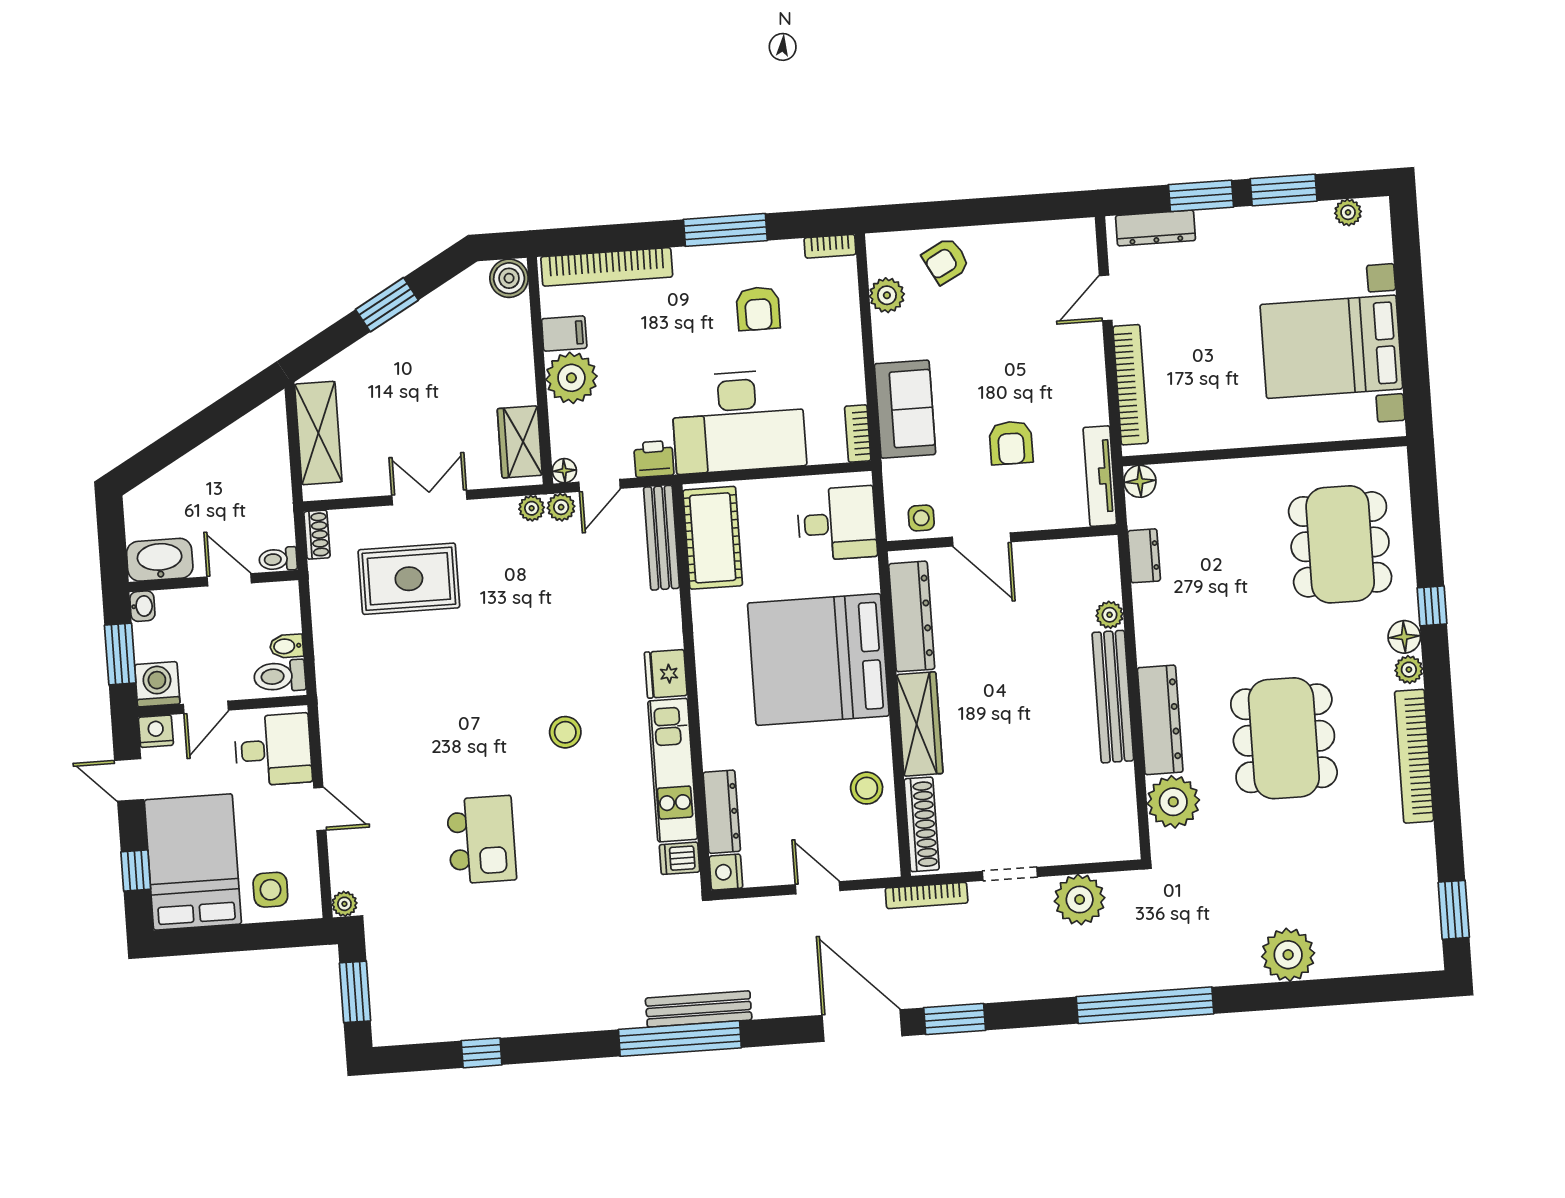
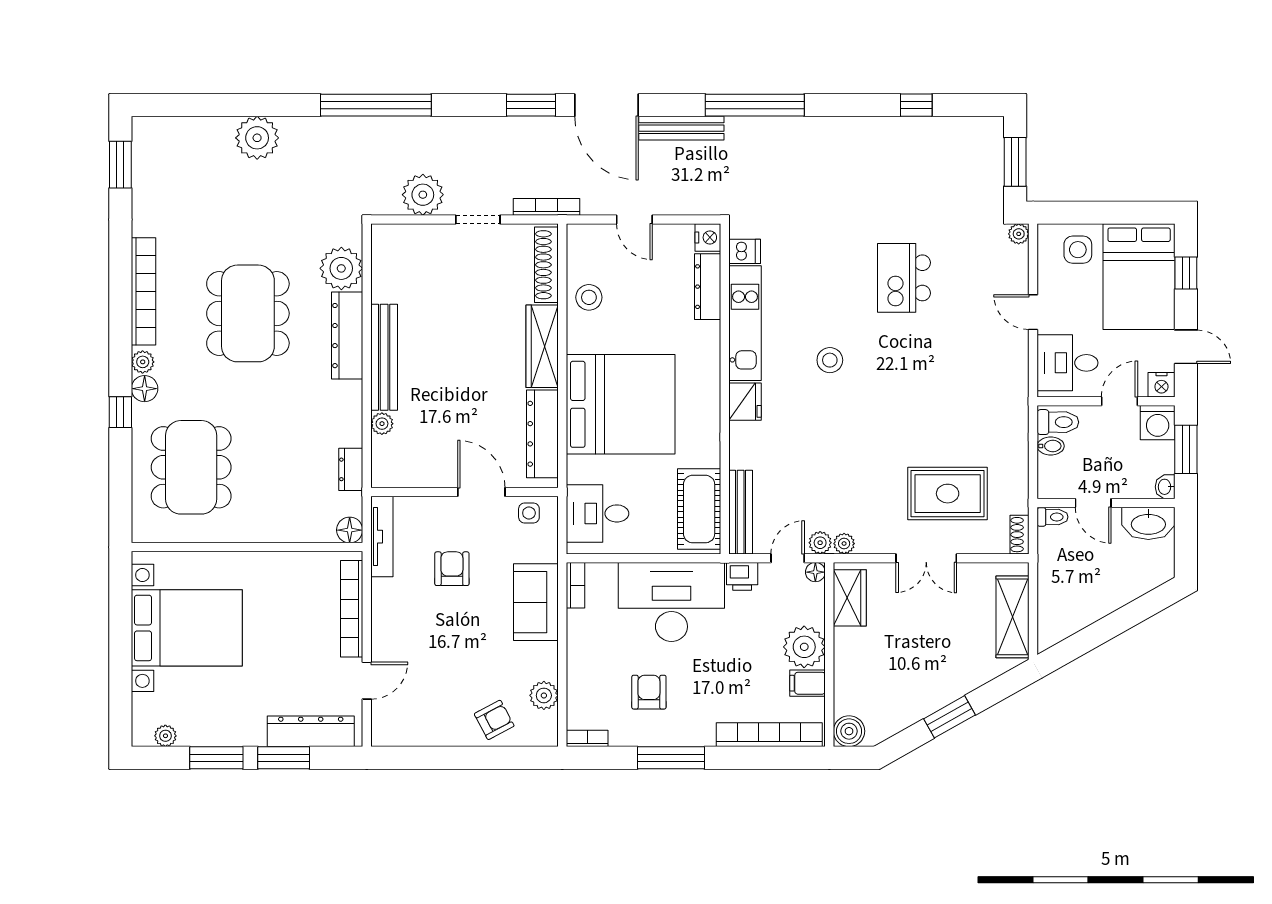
dresser: (1156, 228) -> (311, 731), width x1.37, depth x1.24
bench: (699, 1009) -> (681, 128), moved

